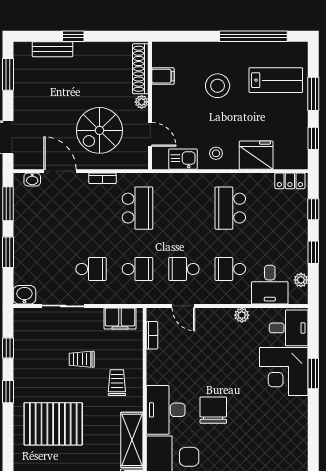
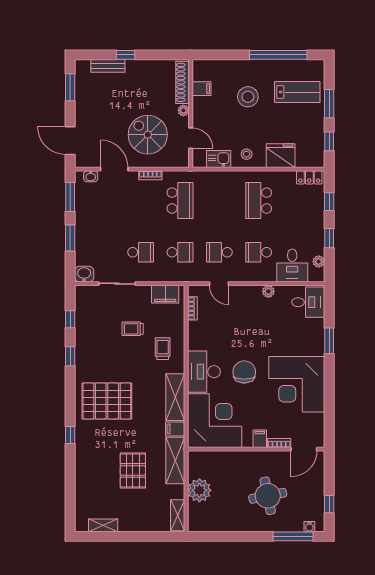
spiral stairs: (99, 130) -> (148, 135), turned 90
corner desk: (284, 371) -> (297, 384), moved, width x1.36, depth x1.36
pallet: (53, 424) -> (107, 401), moved

